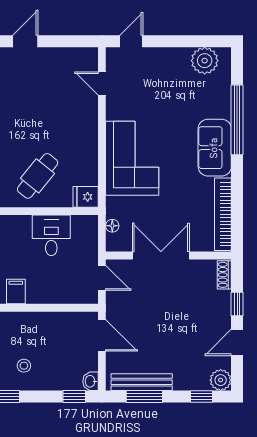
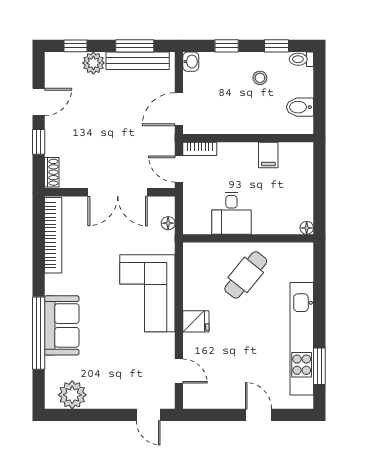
door: (25, 41) -> (259, 415), swing flipped
door: (131, 41) -> (148, 415), hinge flipped
sofa: (215, 148) -> (62, 325), moved
fridge: (86, 197) -> (196, 321), moved
bookcase: (82, 297) -> (200, 149), added
door: (102, 335) -> (179, 109), hinge flipped
plant: (221, 380) -> (93, 63), moved
window: (74, 396) -> (227, 46), moved

